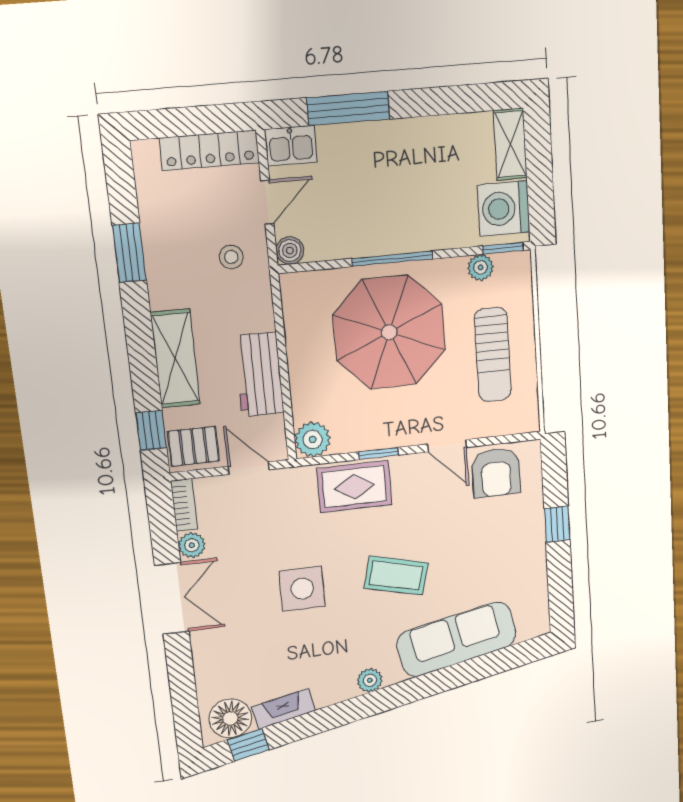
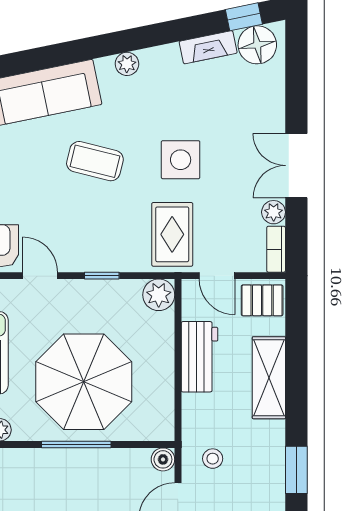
window: (151, 430) -> (296, 318), removed
rug: (354, 487) -> (172, 234), moved, turned 90

